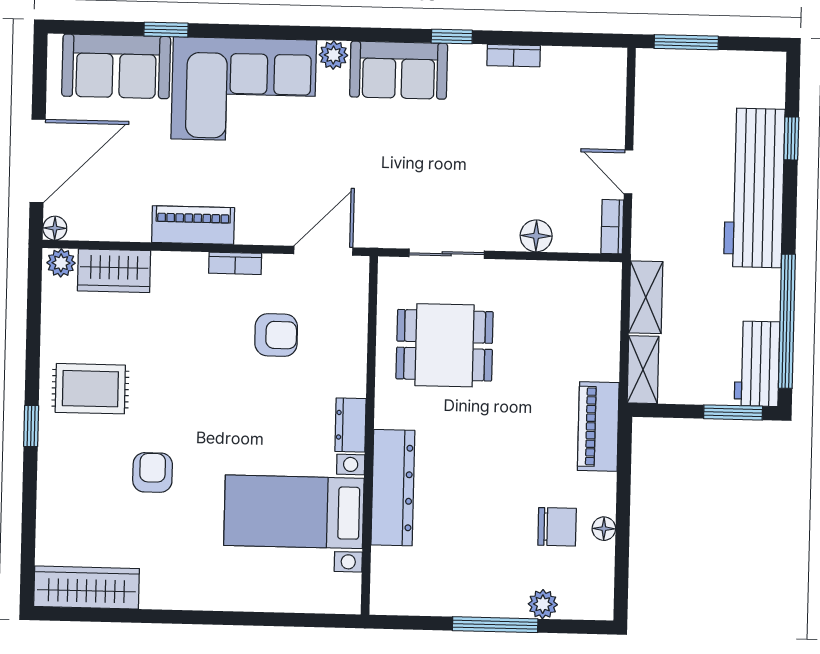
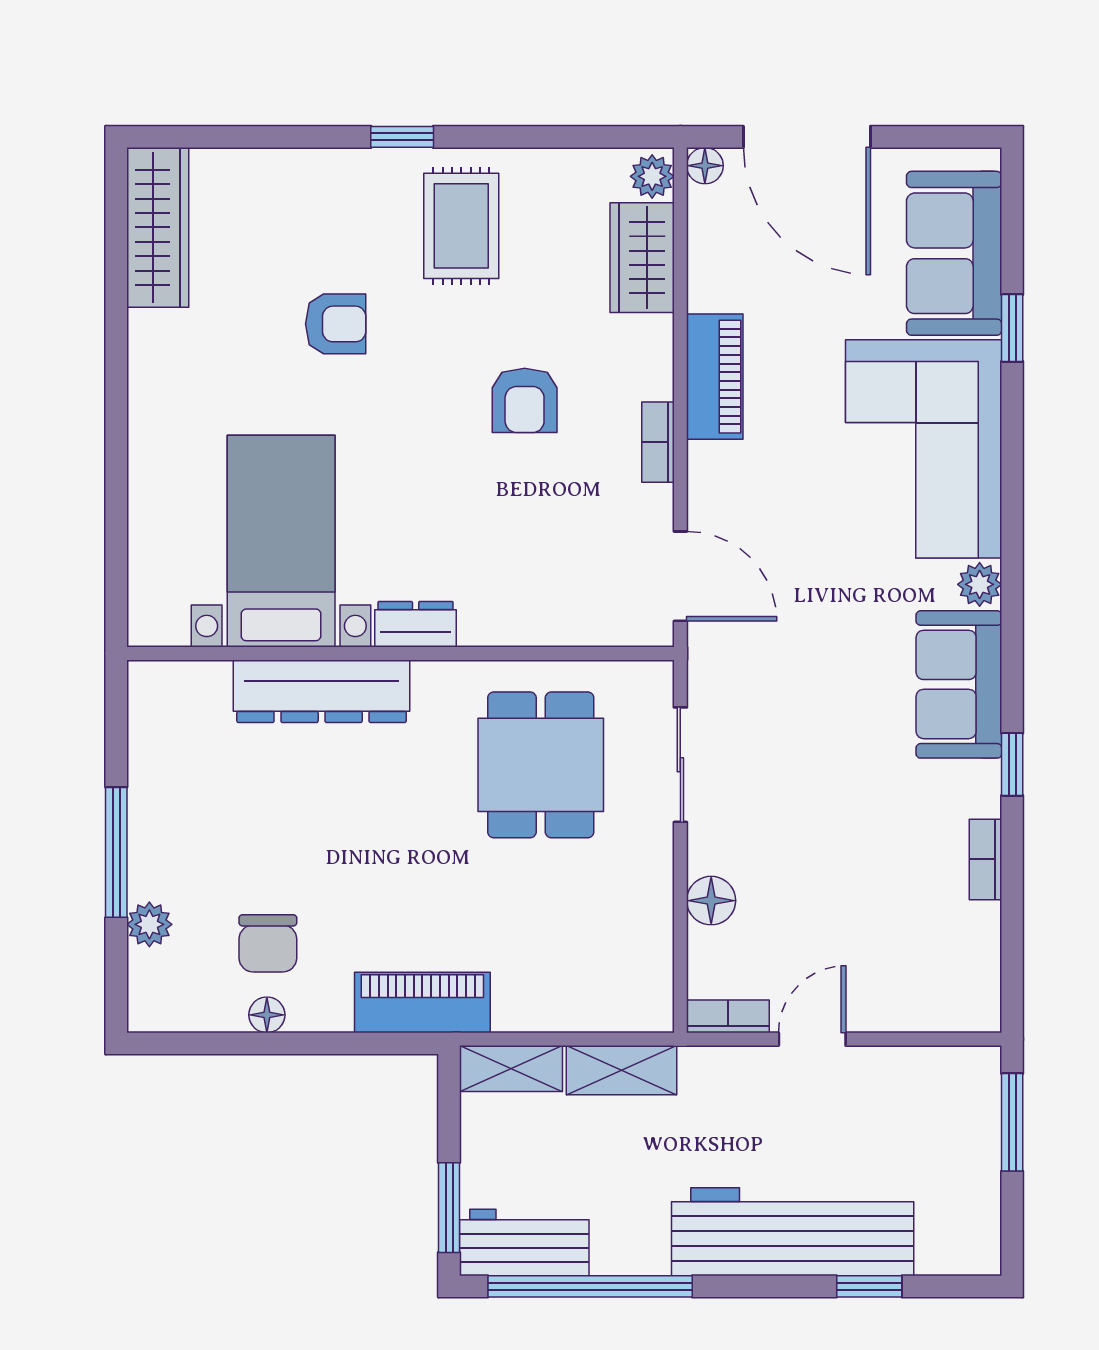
armchair: (276, 335) -> (525, 400), moved

